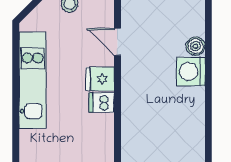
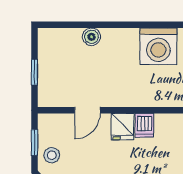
washing machine: (191, 72) -> (158, 46), moved, width x1.37, depth x1.37

